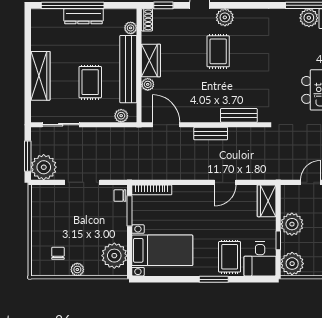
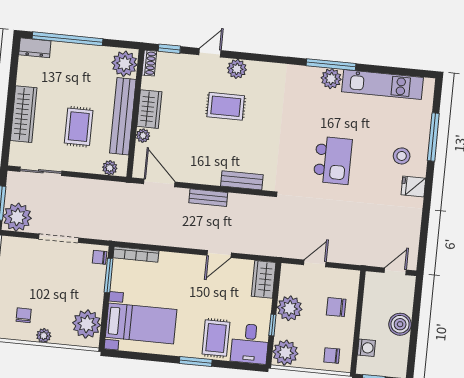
dresser: (83, 16) -> (35, 48), moved, width x0.70
plant: (131, 28) -> (125, 64), width x1.88, depth x1.88
rug: (218, 51) -> (226, 106), turned 90

